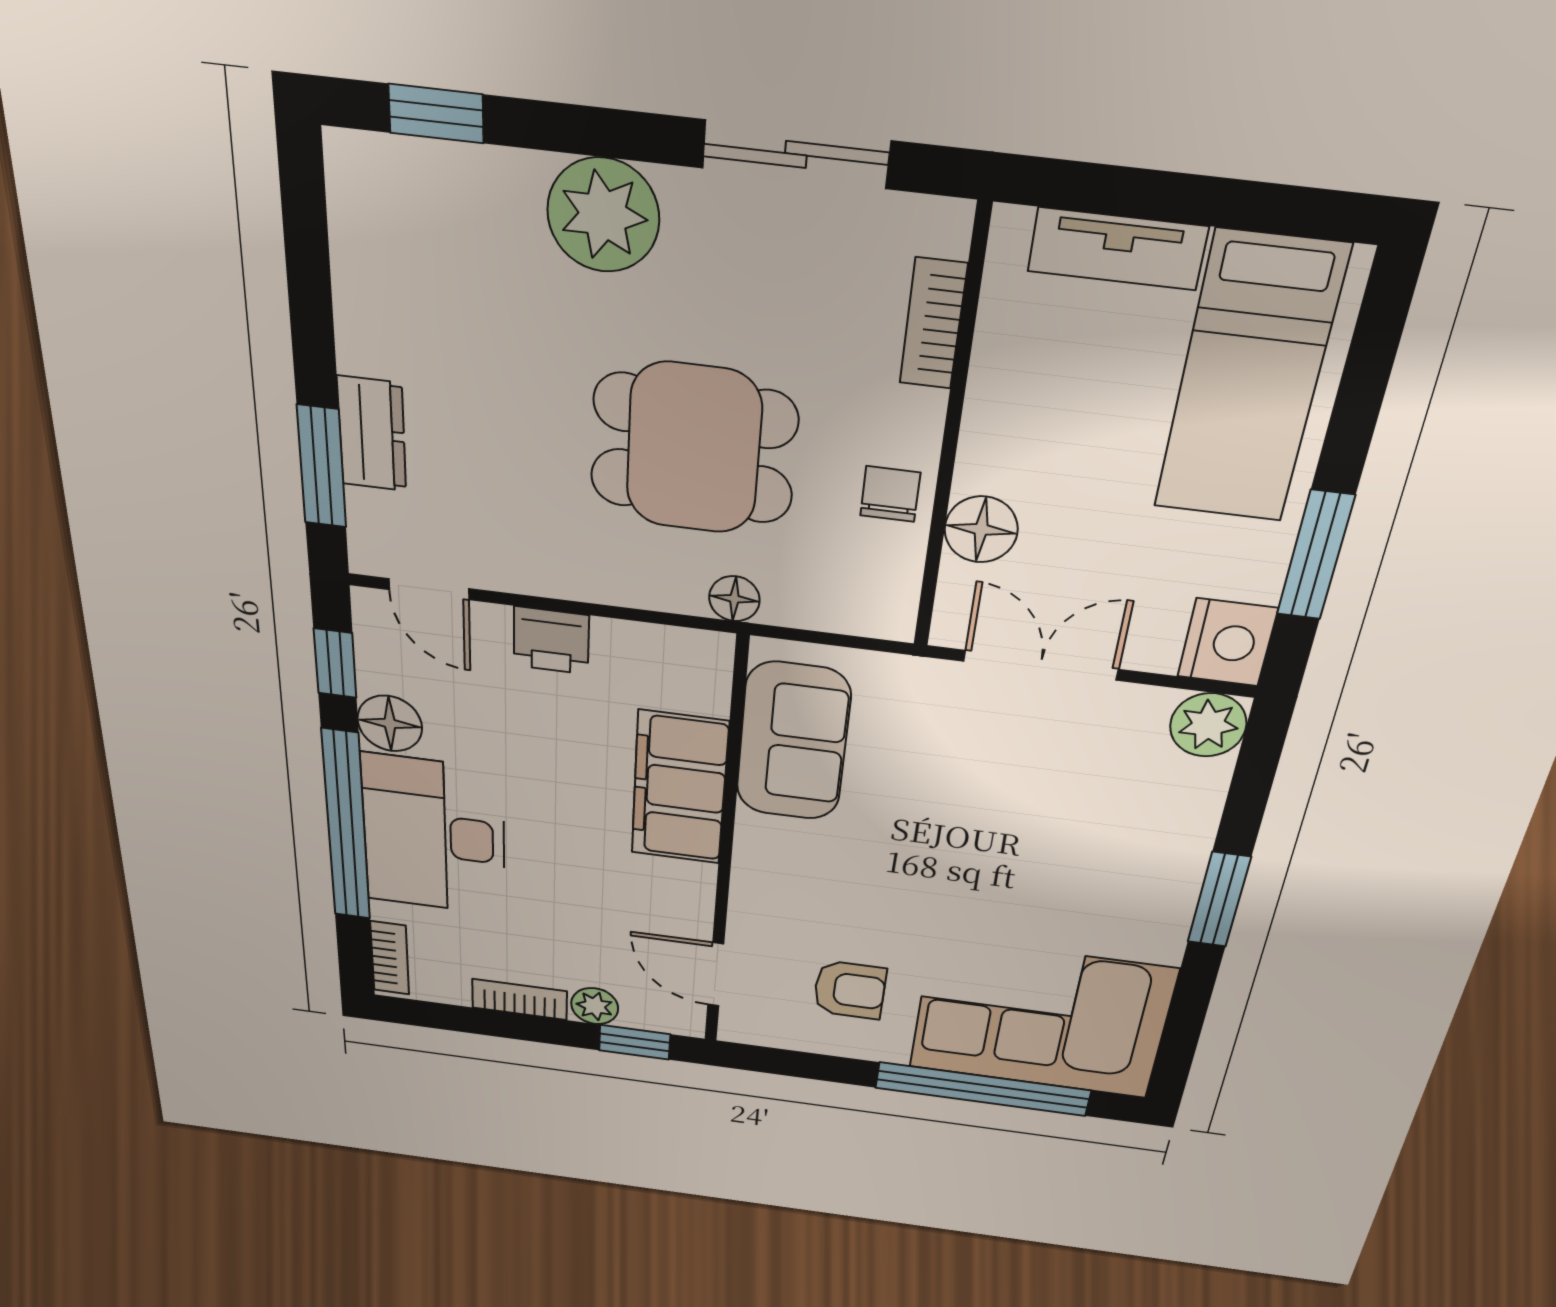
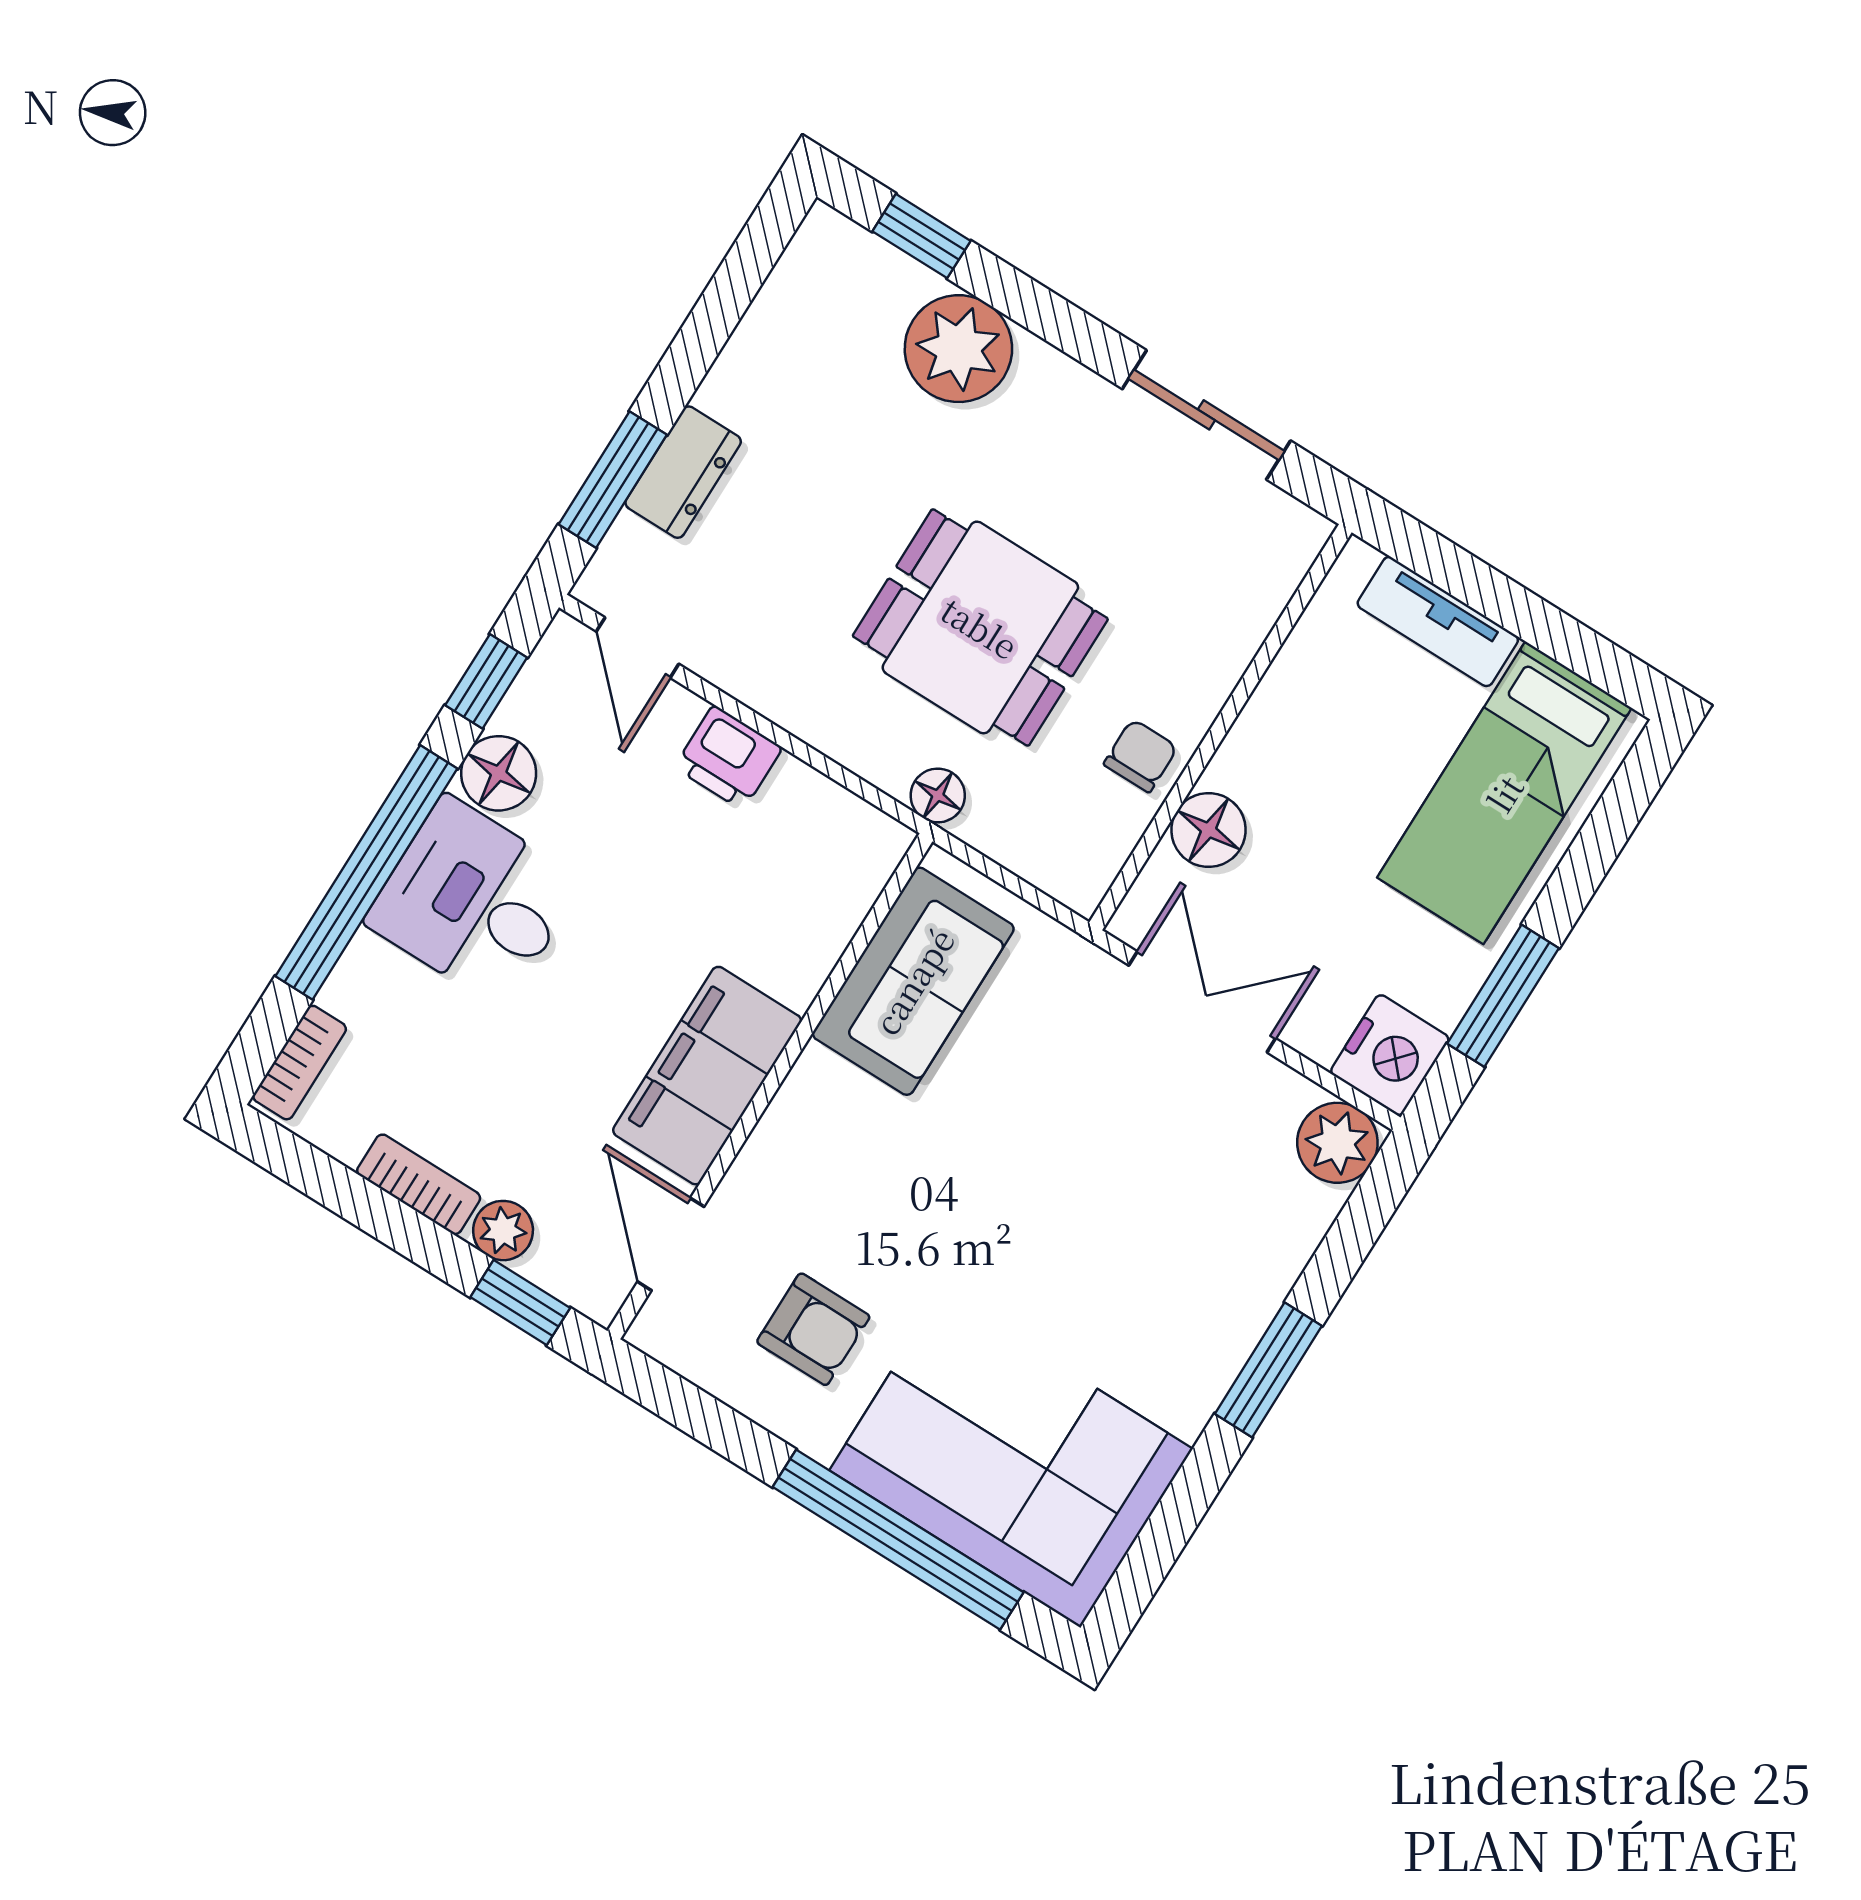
plant: (603, 215) -> (958, 349), moved
bookcase: (933, 324) -> (1254, 613), removed
filing cabinet: (679, 788) -> (707, 1076), moved
desk: (434, 836) -> (474, 902), width x0.73

